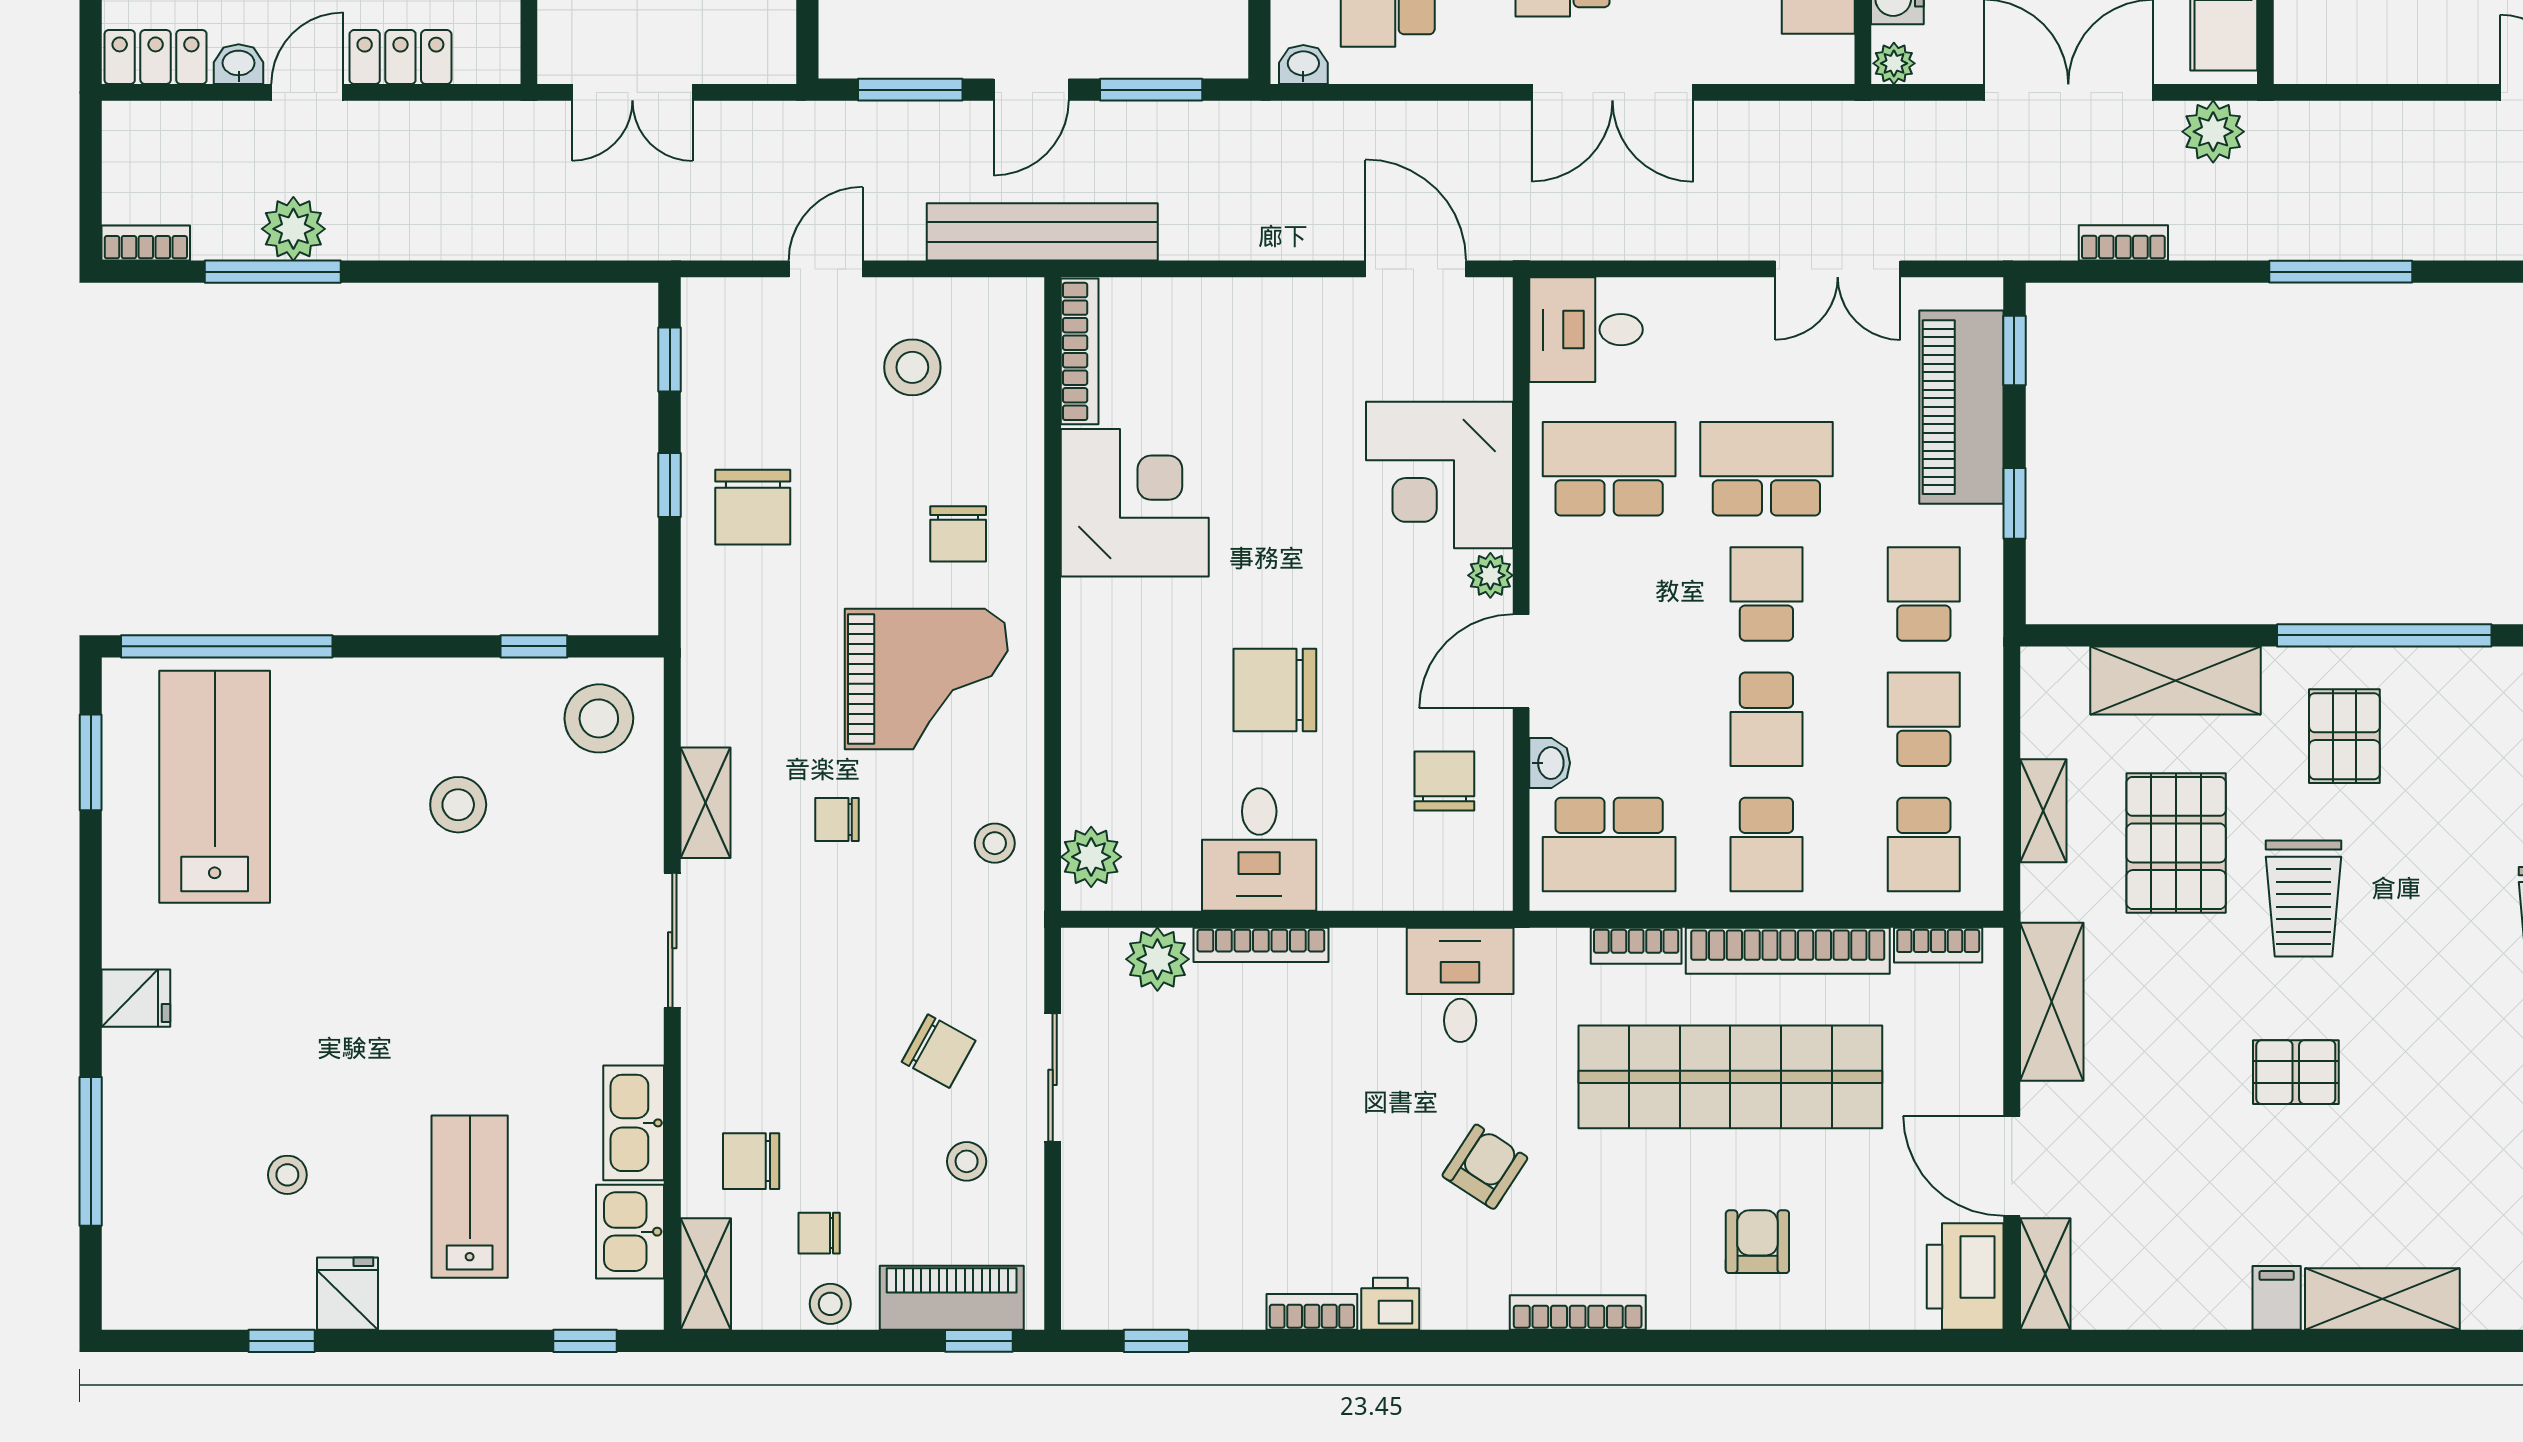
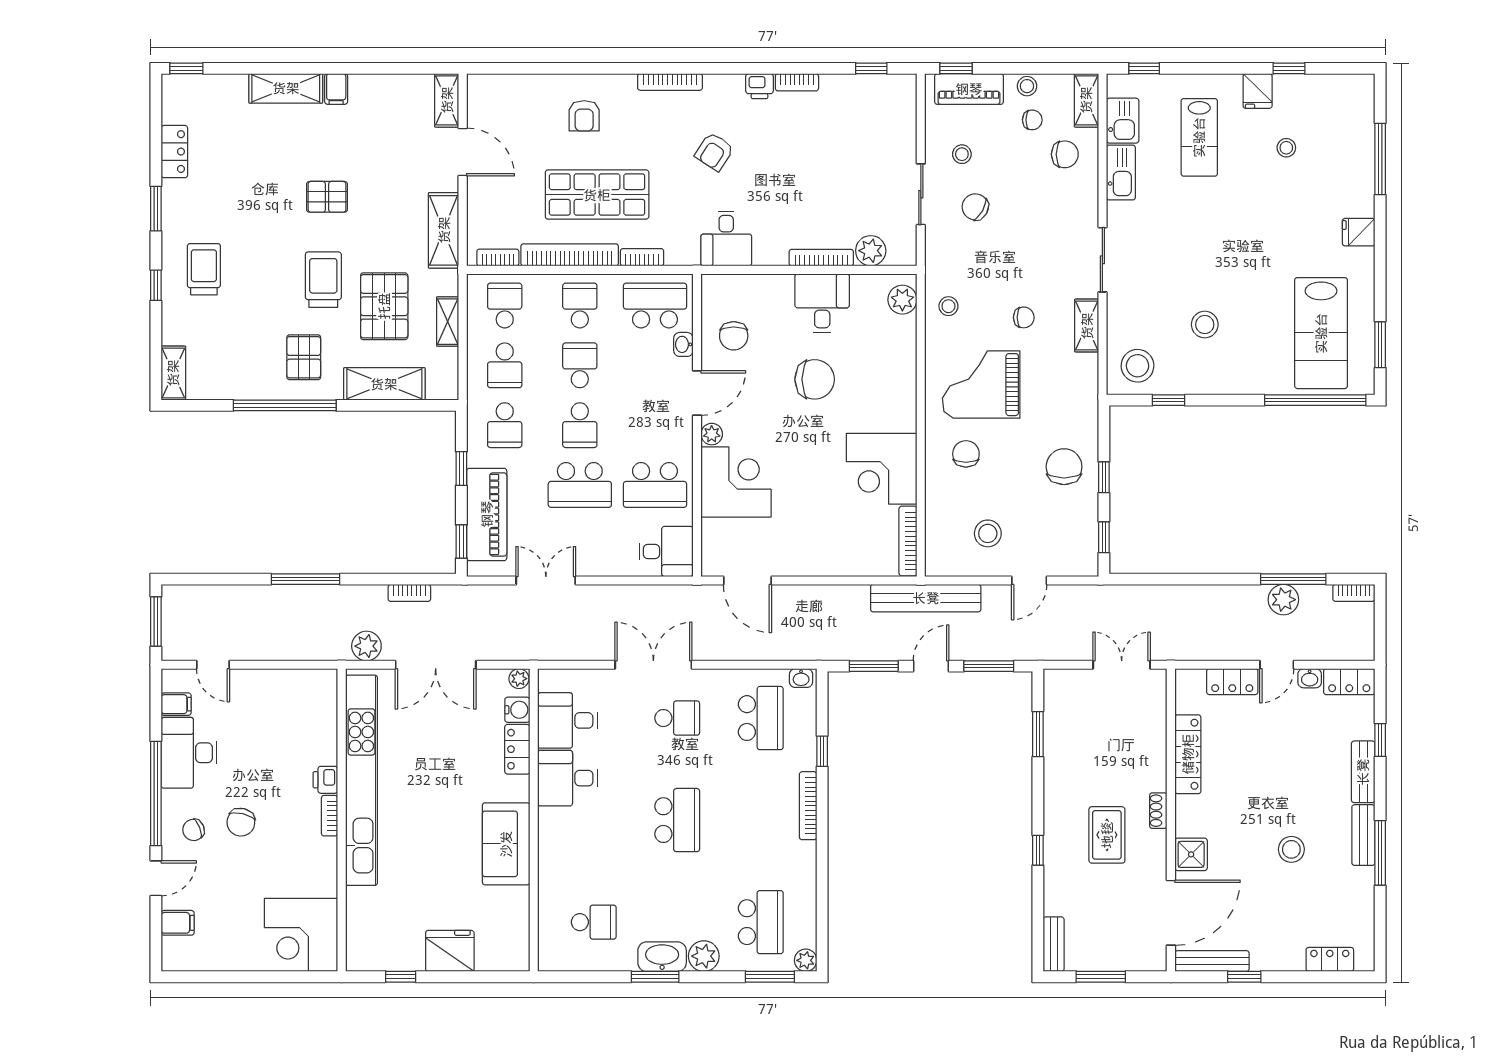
shop shelf: (1730, 1077) -> (597, 195), width x0.71
printer: (1965, 1277) -> (485, 99), removed

